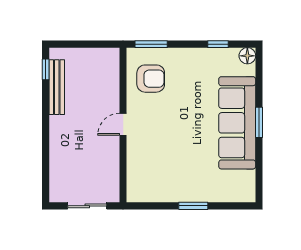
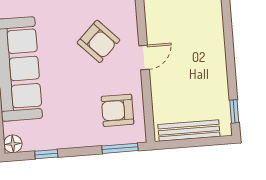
bench: (57, 87) -> (189, 131), moved, turned 90
armchair: (163, 142) -> (98, 41), added

